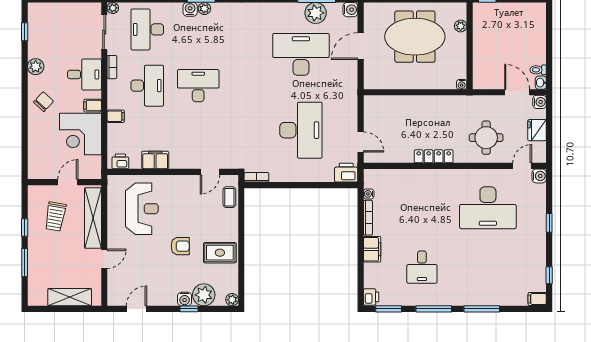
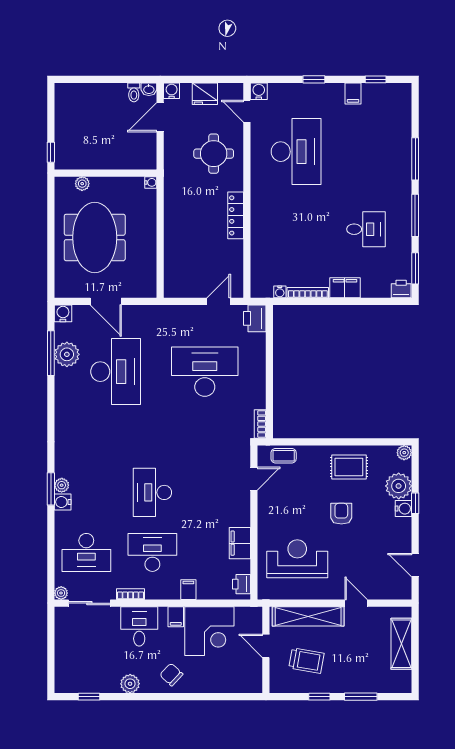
desk: (301, 54) -> (116, 372), turned 180
door: (210, 172) -> (254, 479), hinge flipped
rug: (220, 253) -> (349, 467), turned 90
filing cabinet: (537, 299) -> (353, 93), moved

